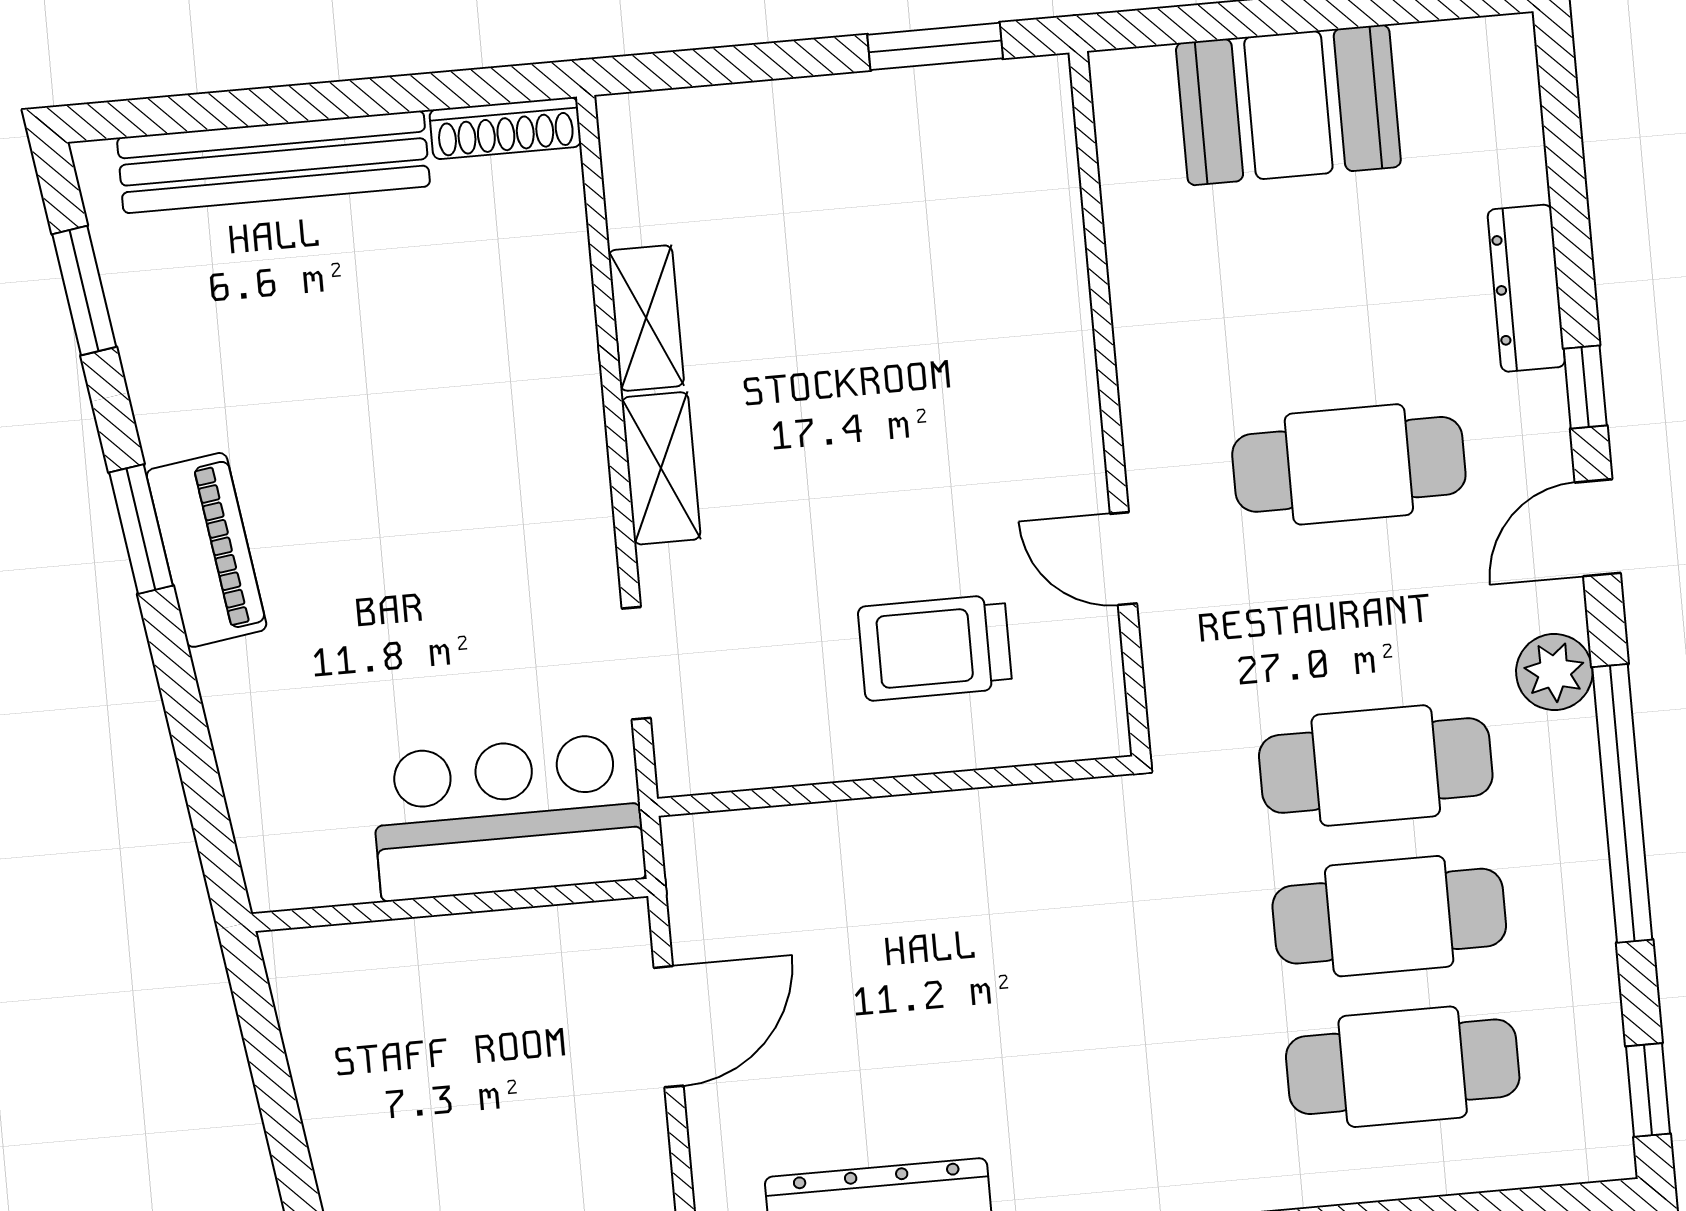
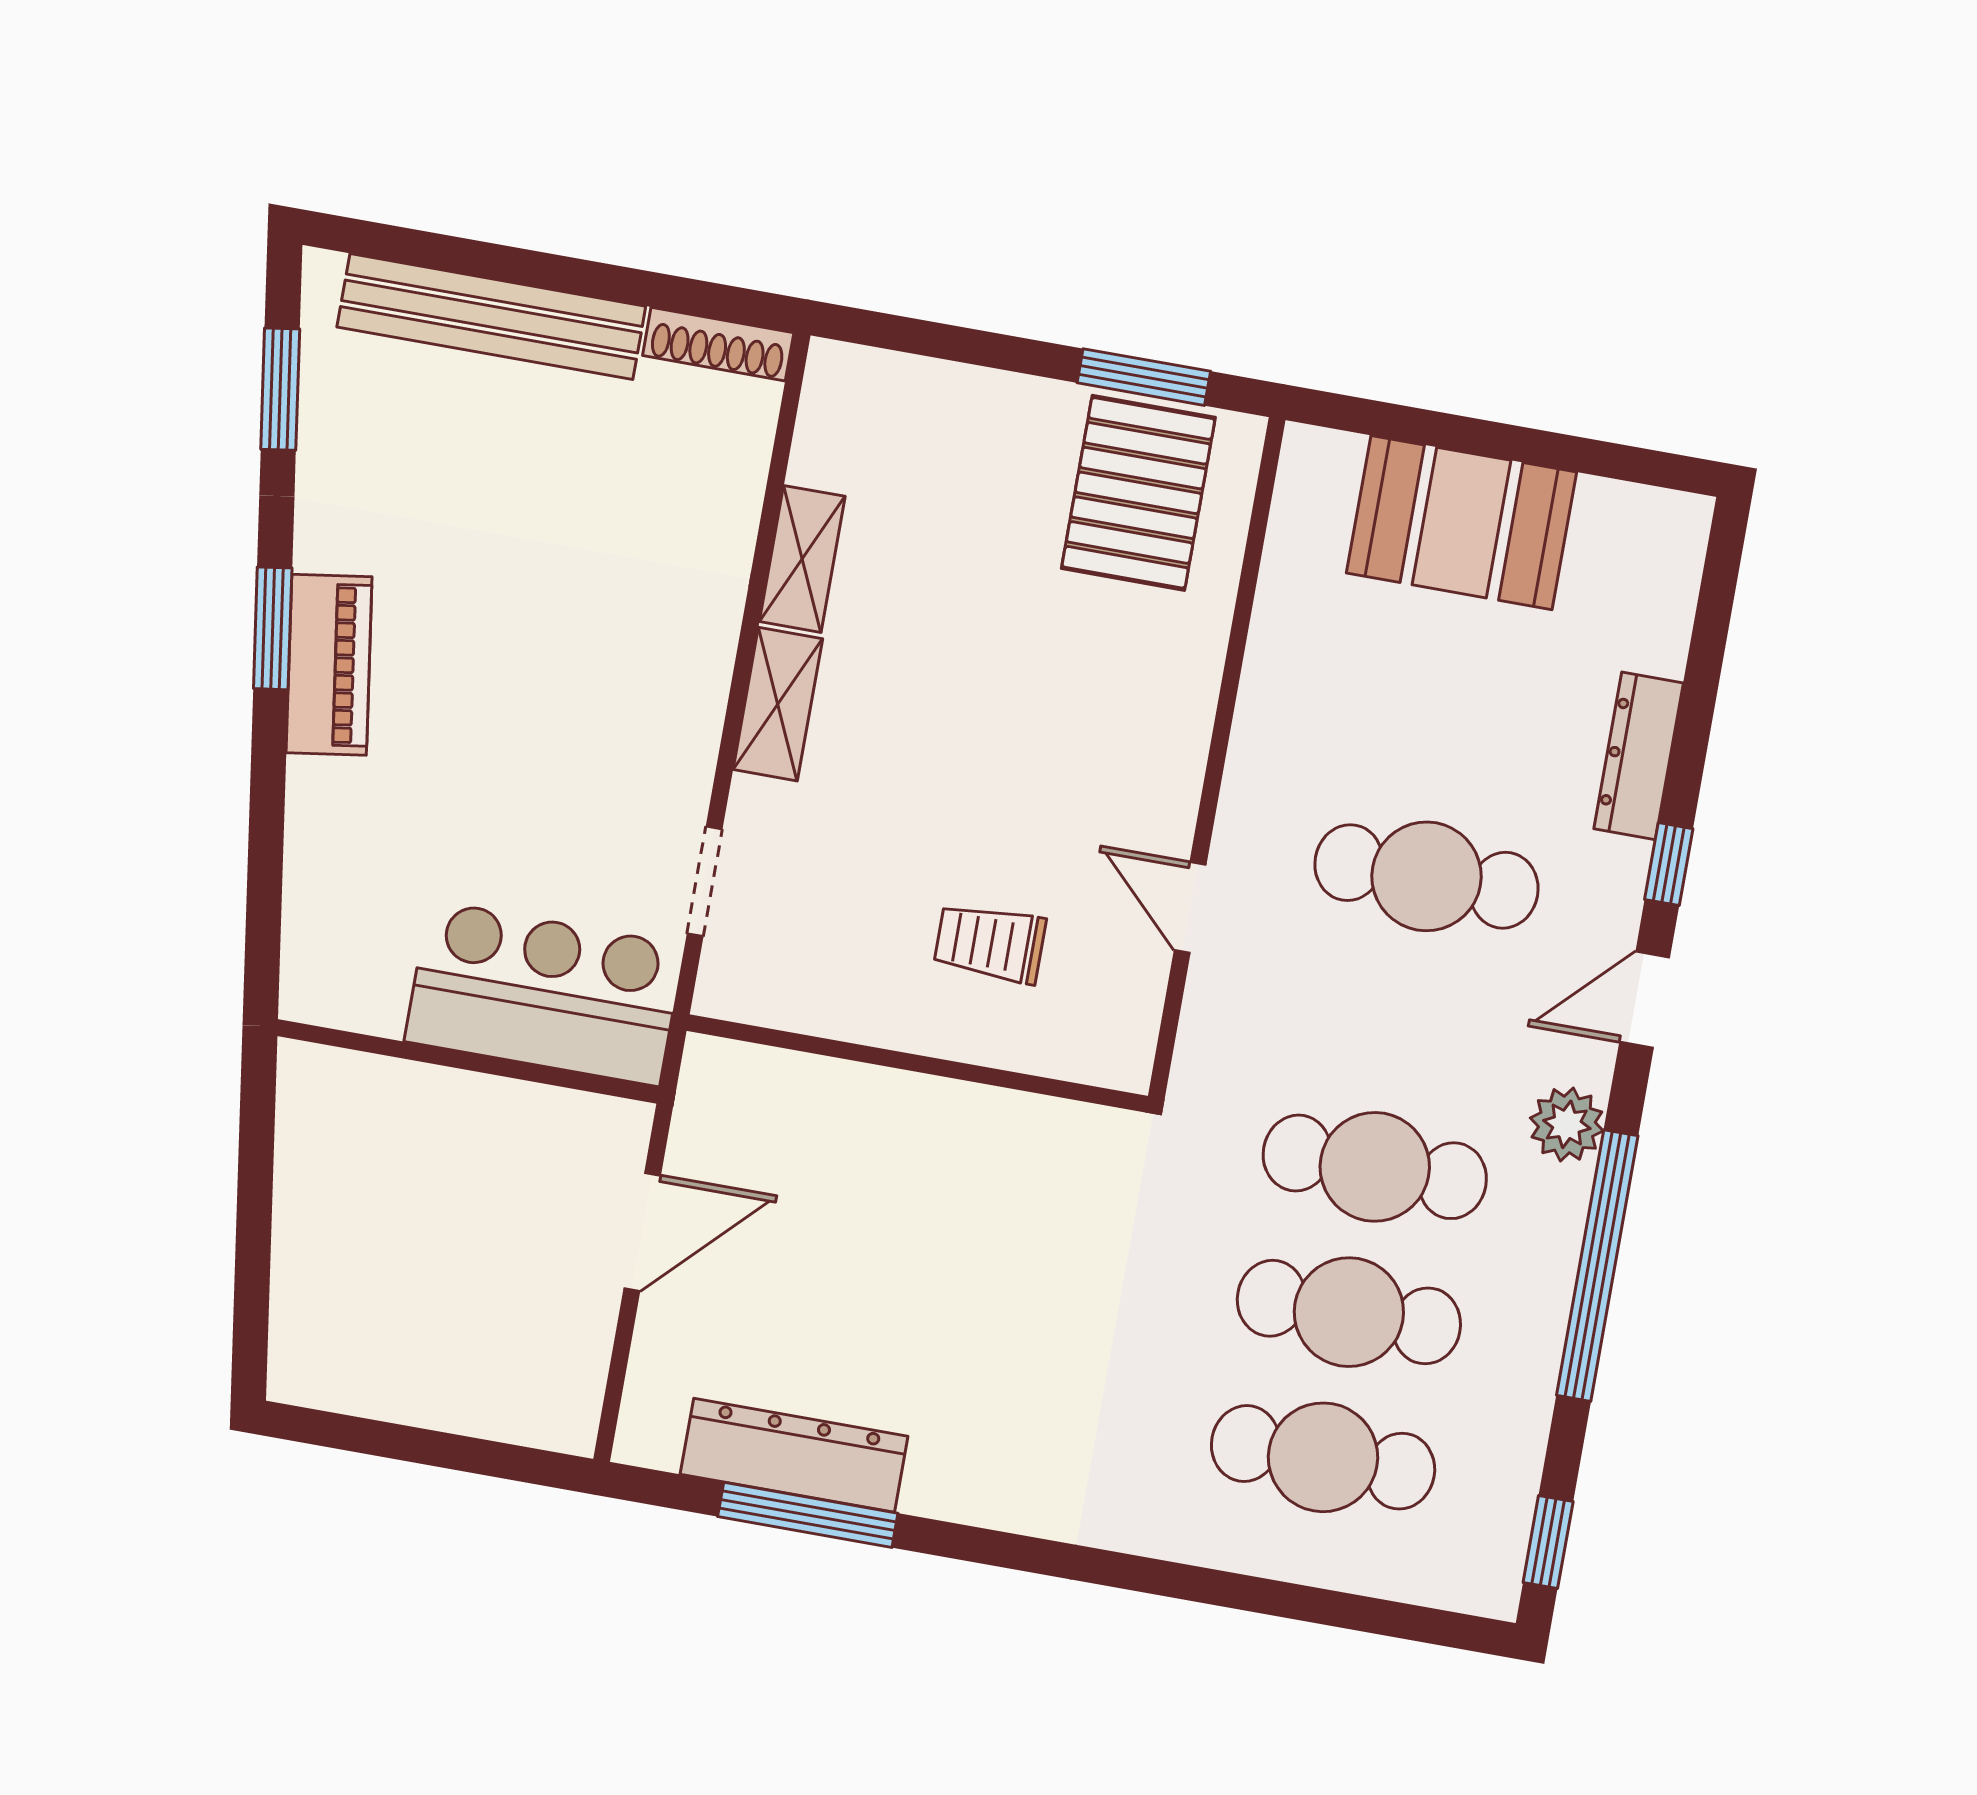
pallet: (961, 162) -> (1138, 493), added
trolley: (935, 648) -> (990, 943), width x0.73, depth x0.72

